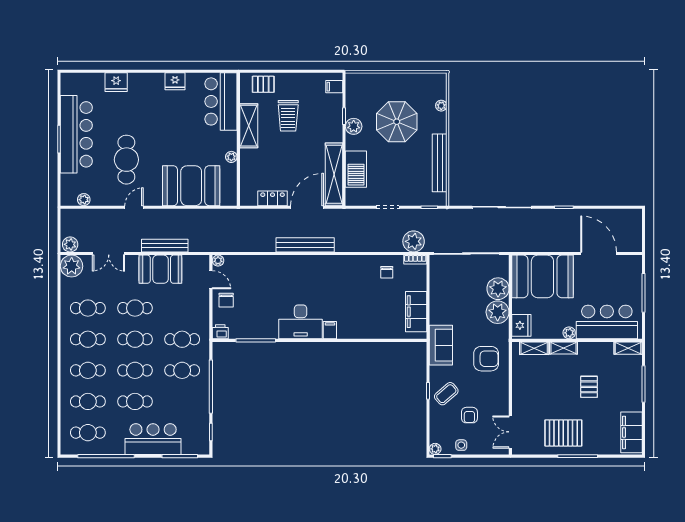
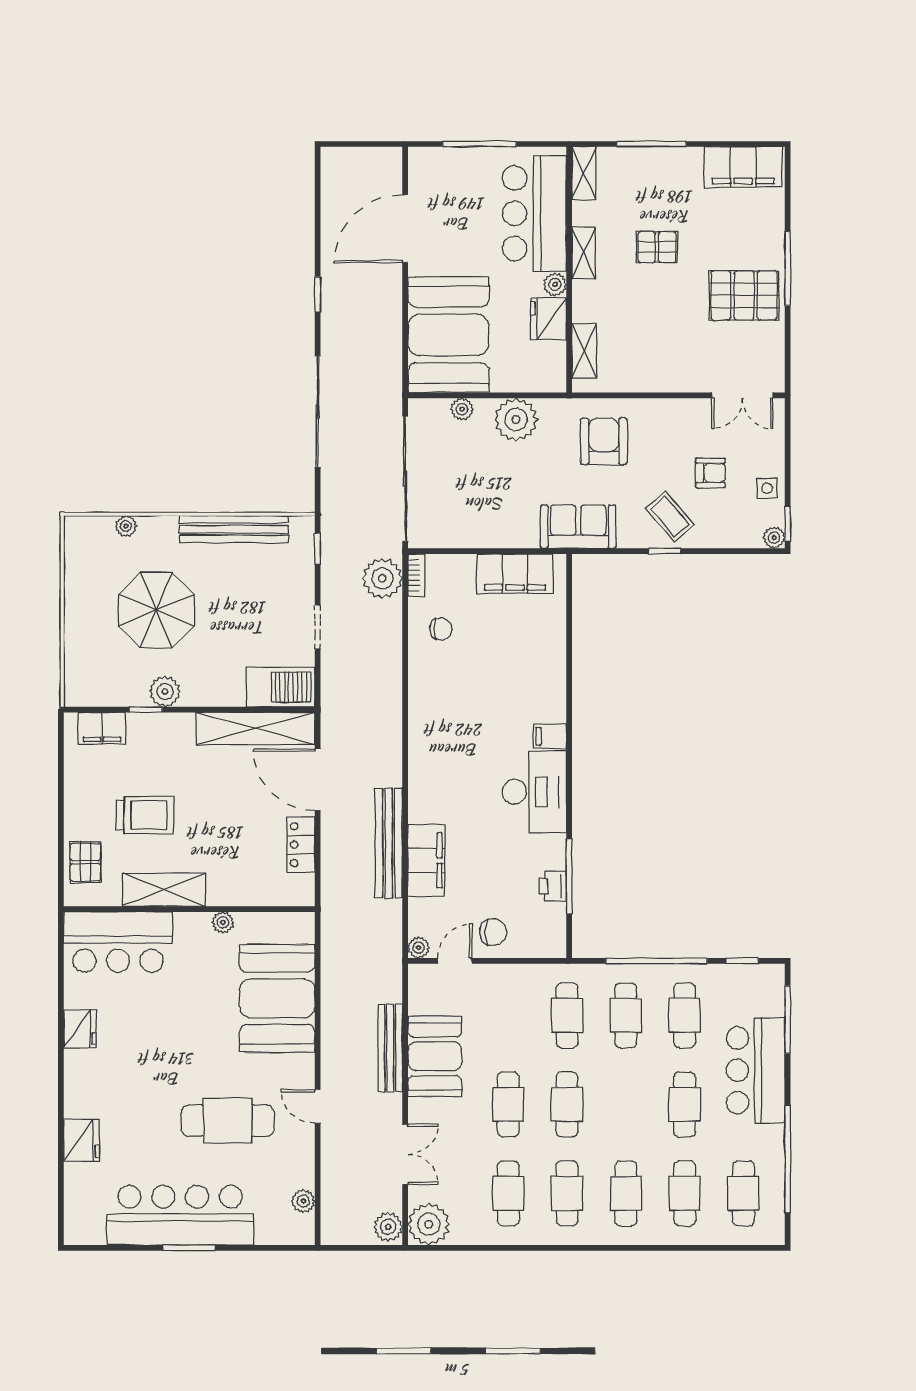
filing cabinet: (334, 87) -> (102, 728), width x2.00
barbecue: (356, 169) -> (281, 687), moved
bench: (305, 245) -> (389, 843), moved
filing cabinet: (264, 265) -> (426, 860), added
plant: (498, 289) -> (462, 409), width x0.53, depth x0.53
fridge: (521, 325) -> (548, 319), moved, turned -90
printer: (220, 332) -> (553, 886), moved
shelving: (563, 348) -> (584, 253), moved
cafe table: (135, 370) -> (685, 1015), moved
pallet: (563, 433) -> (744, 295), turned 90

